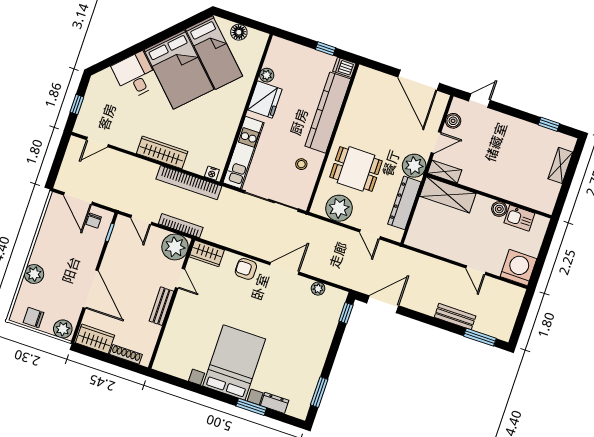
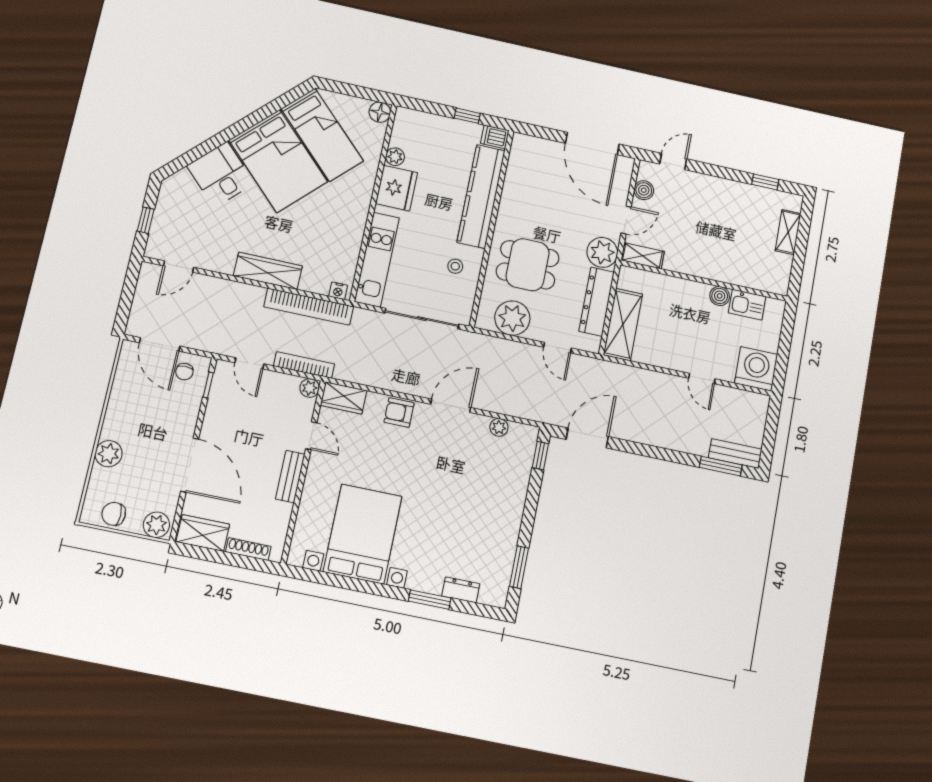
floor lamp: (239, 32) -> (380, 112), moved
shelving: (448, 195) -> (623, 324), moved, turned 90
plant: (175, 247) -> (310, 388), width x0.53, depth x0.53
bench: (455, 317) -> (735, 454), moved
bed with nightstands: (234, 363) -> (363, 534), moved

